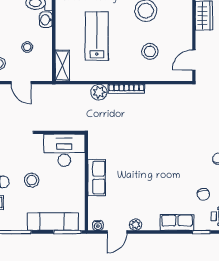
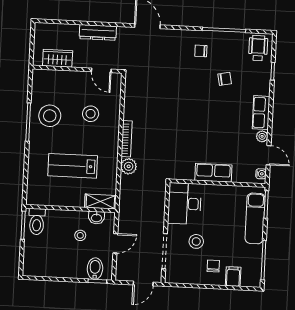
washbasin: (46, 20) -> (96, 218), moved
stool: (32, 180) -> (196, 241), moved
chair: (203, 194) -> (225, 79), moved
row of seats: (177, 222) -> (261, 113), moved

